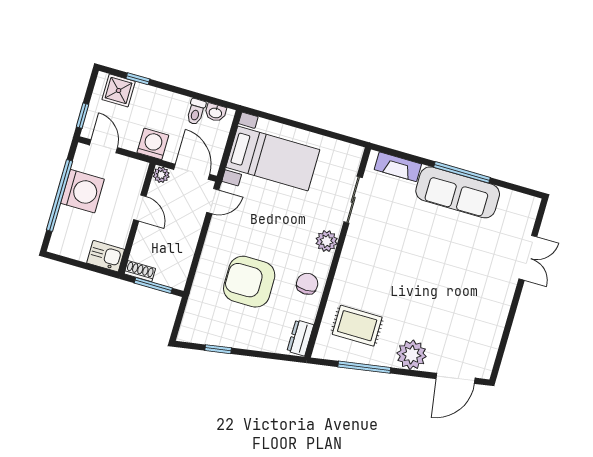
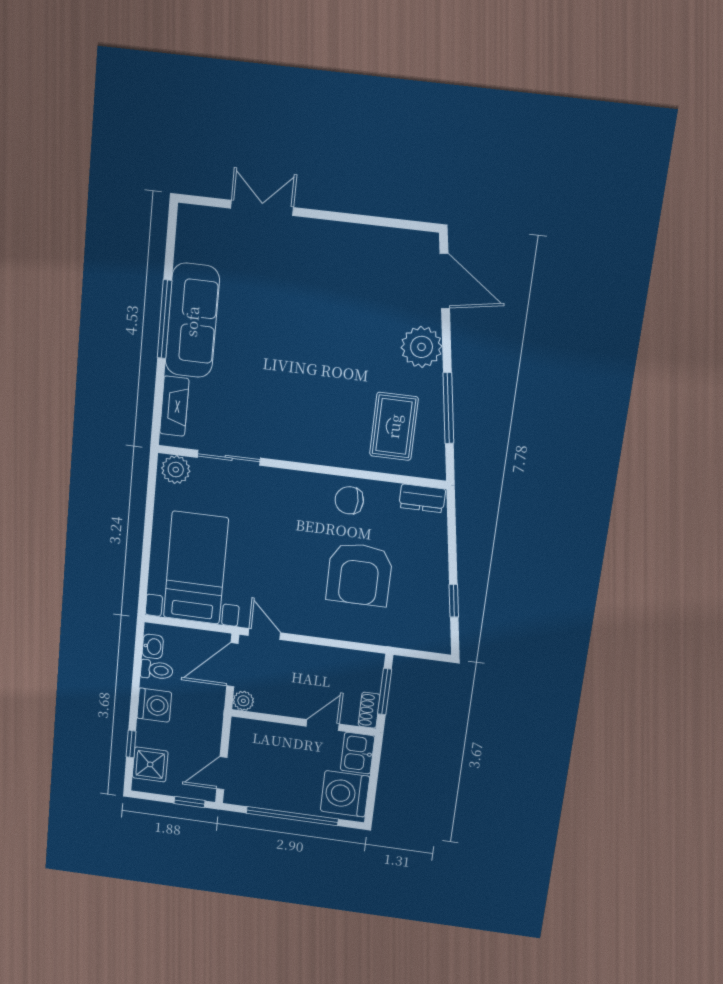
washing machine: (153, 144) -> (154, 705), moved, turned 180
washing machine: (82, 191) -> (345, 794), moved, turned -90
door: (140, 208) -> (323, 725), moved
plant: (327, 241) -> (176, 470), moved

